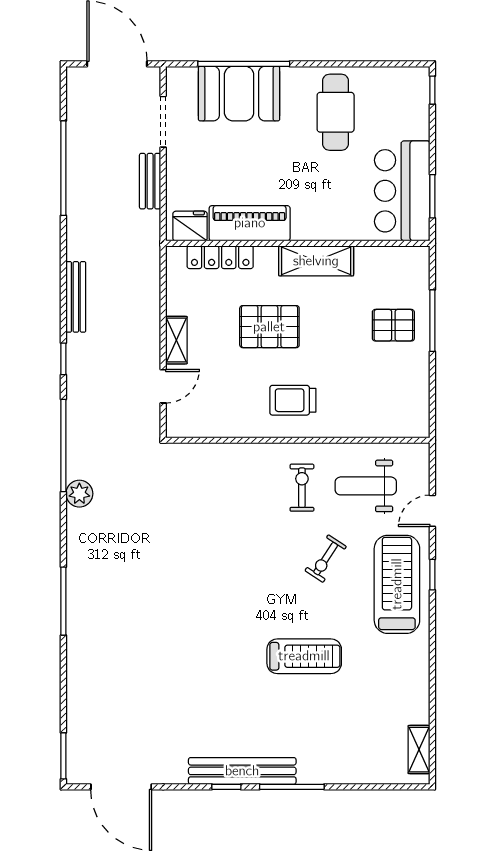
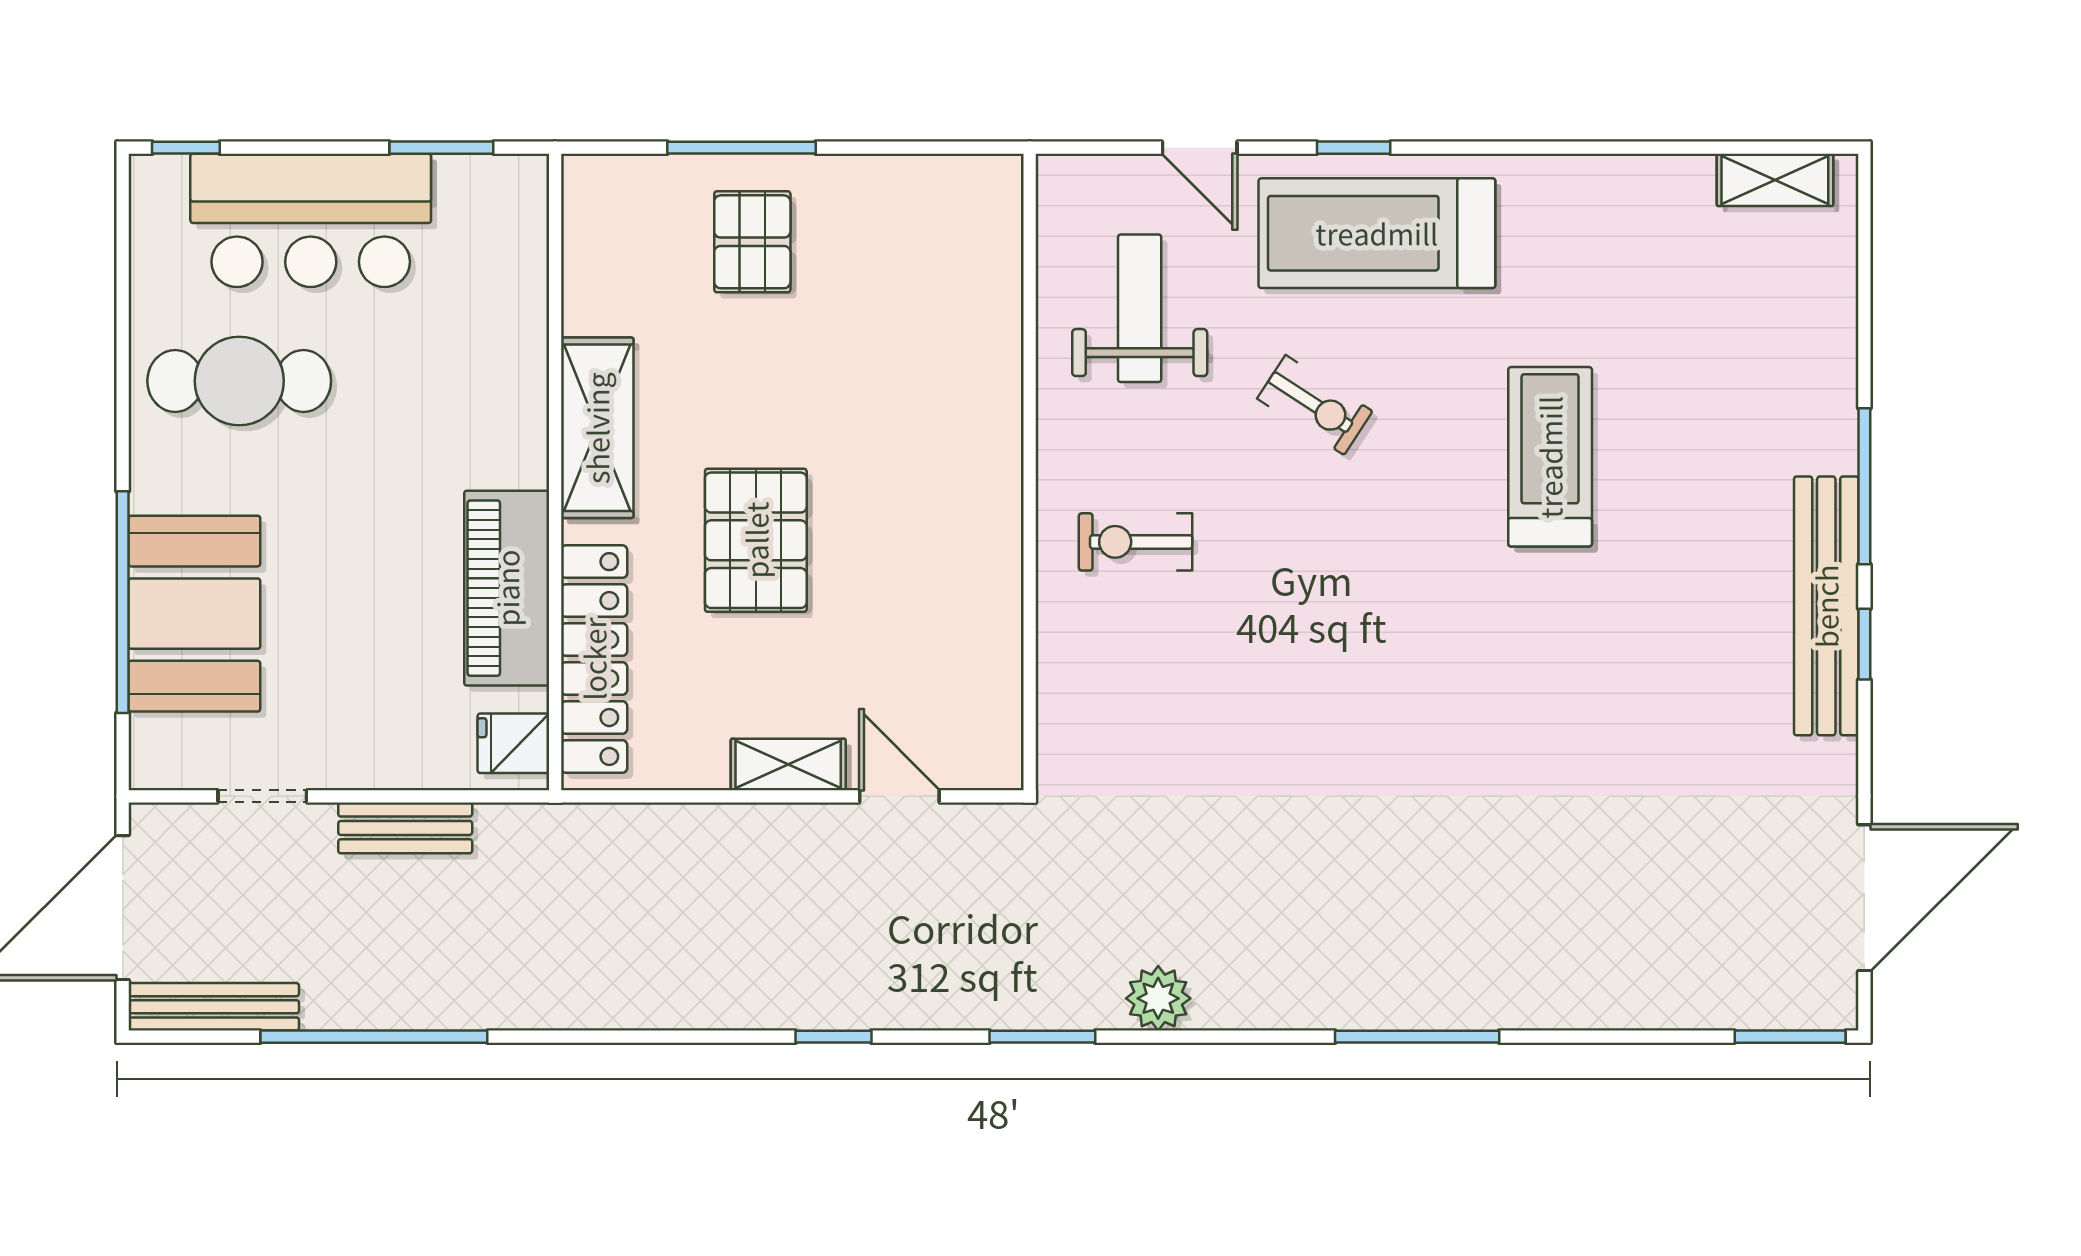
doorway: (163, 122) -> (262, 796), width x0.73
bar counter: (402, 191) -> (311, 220), moved
fridge: (190, 226) -> (513, 743), width x0.72
locker: (220, 257) -> (594, 659), width x1.41, depth x1.21
bench: (76, 297) -> (214, 1007), moved
trolley: (293, 400) -> (933, 484), removed
window: (63, 446) -> (1042, 1037), width x0.47
weight bench: (366, 486) -> (1140, 308), turned 180
exercise bike: (302, 488) -> (1136, 542), moved

